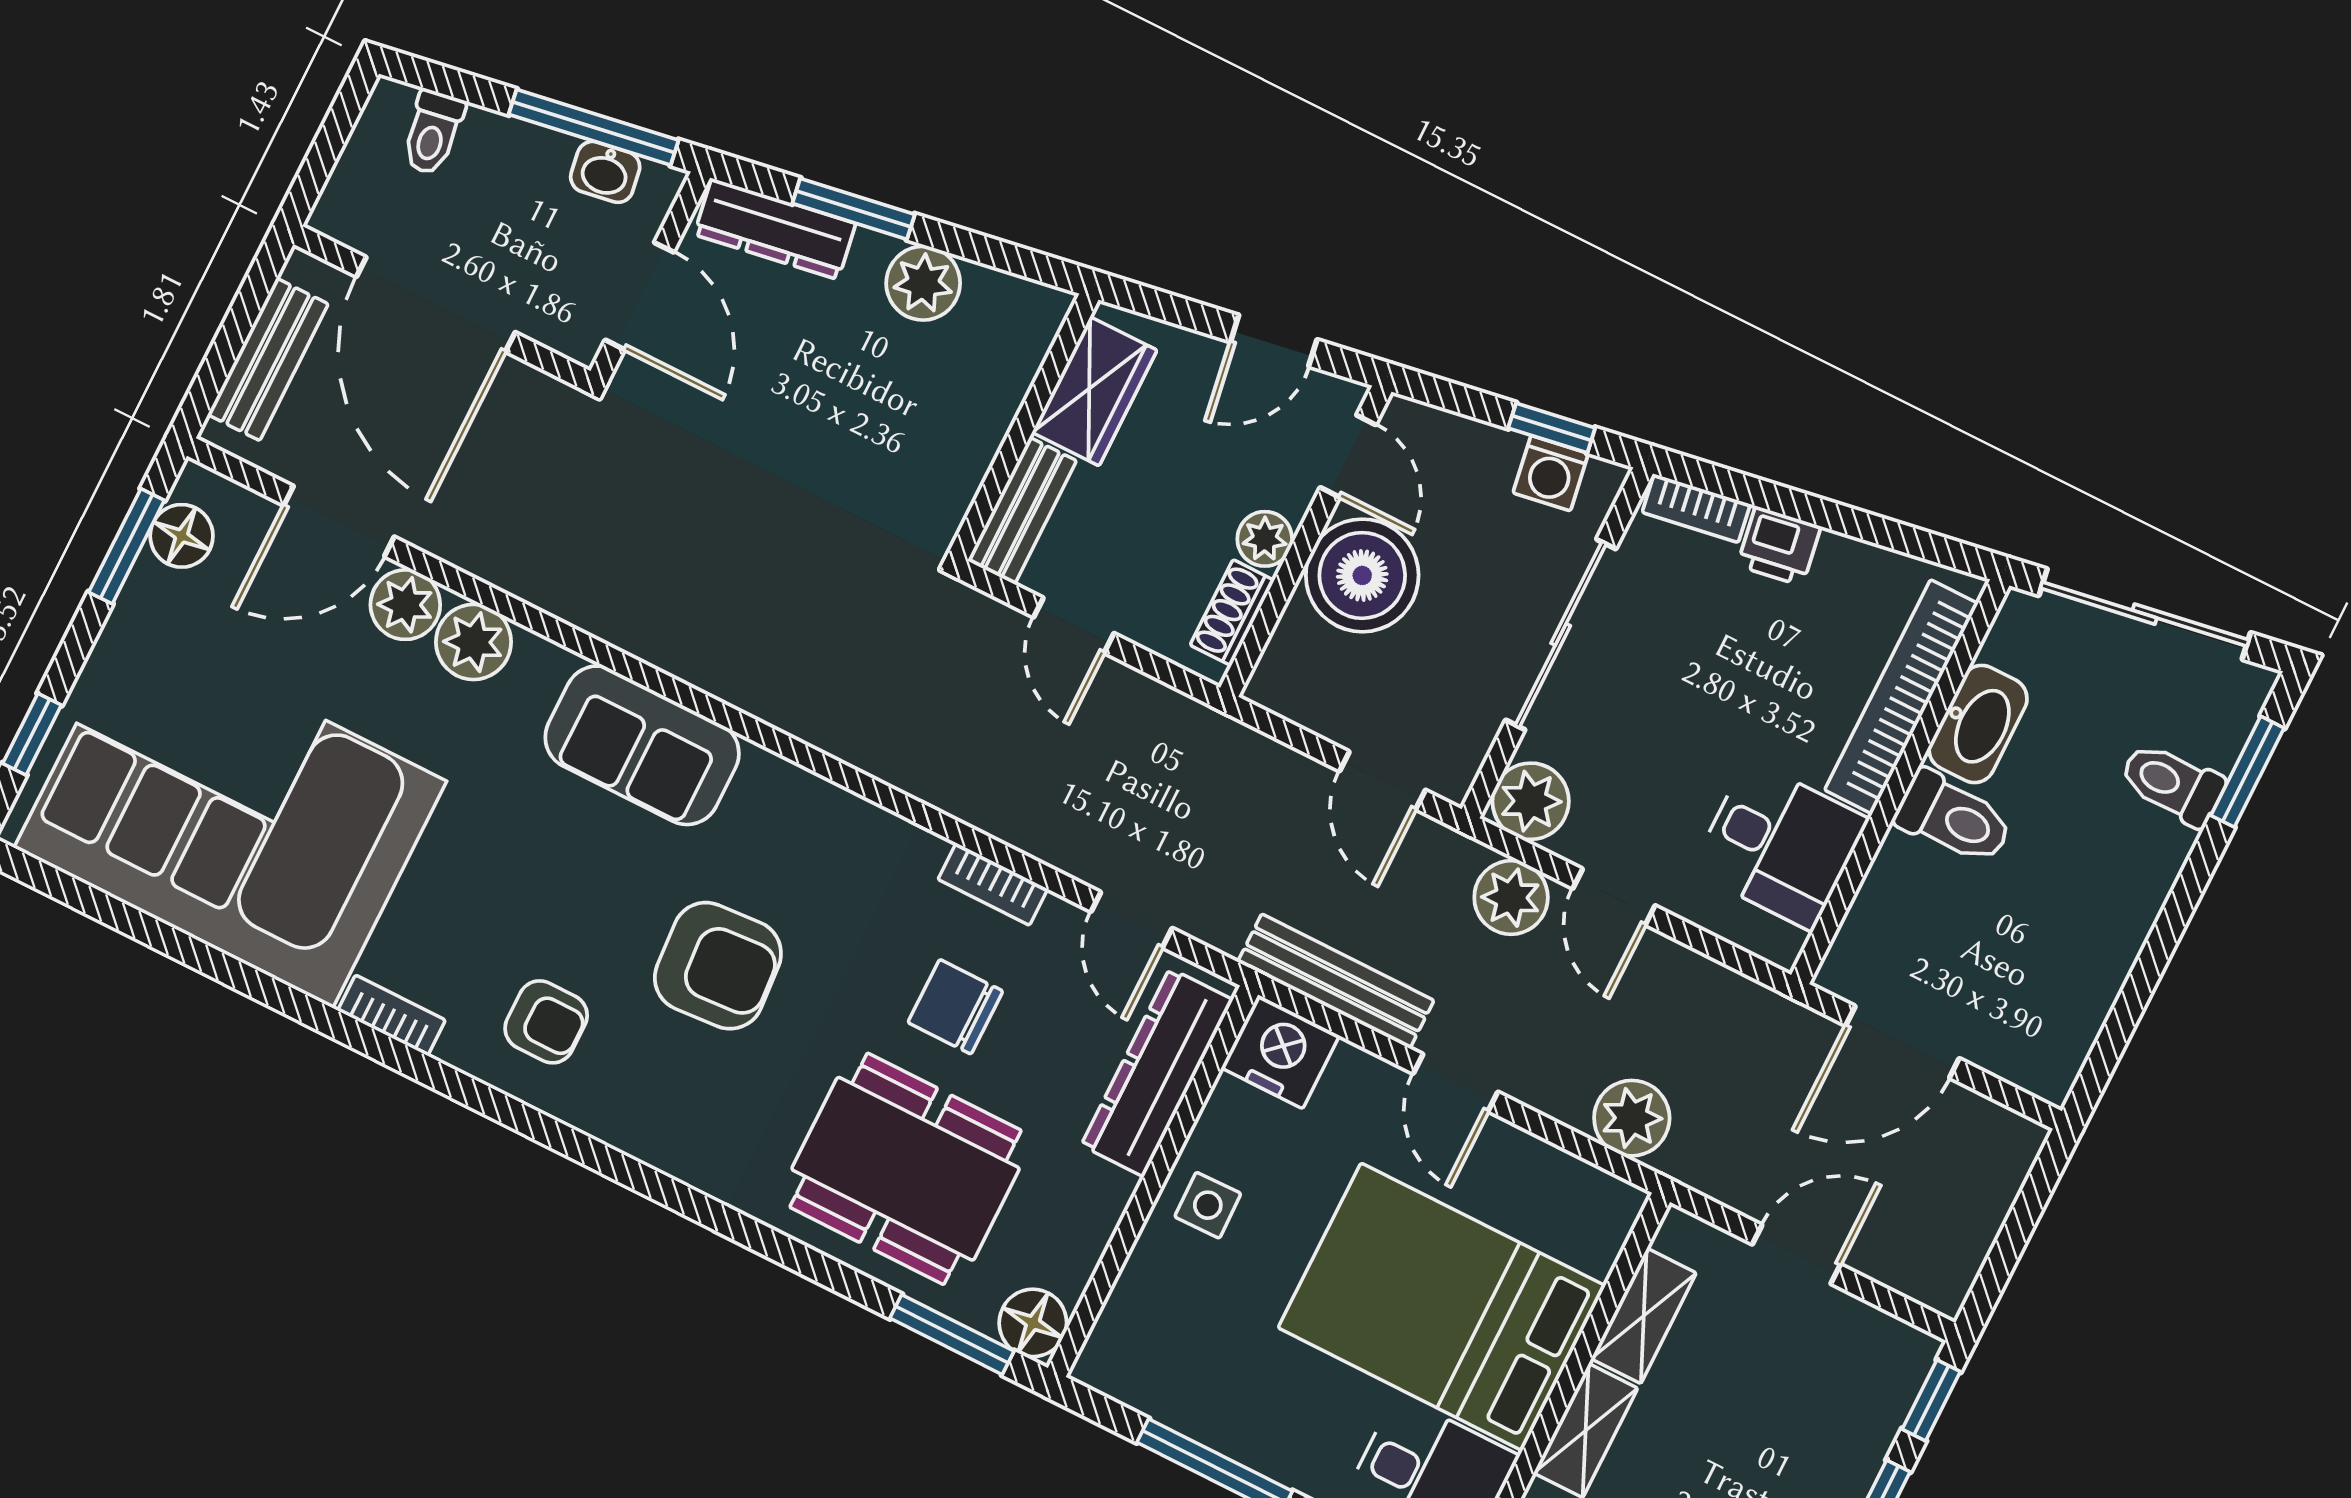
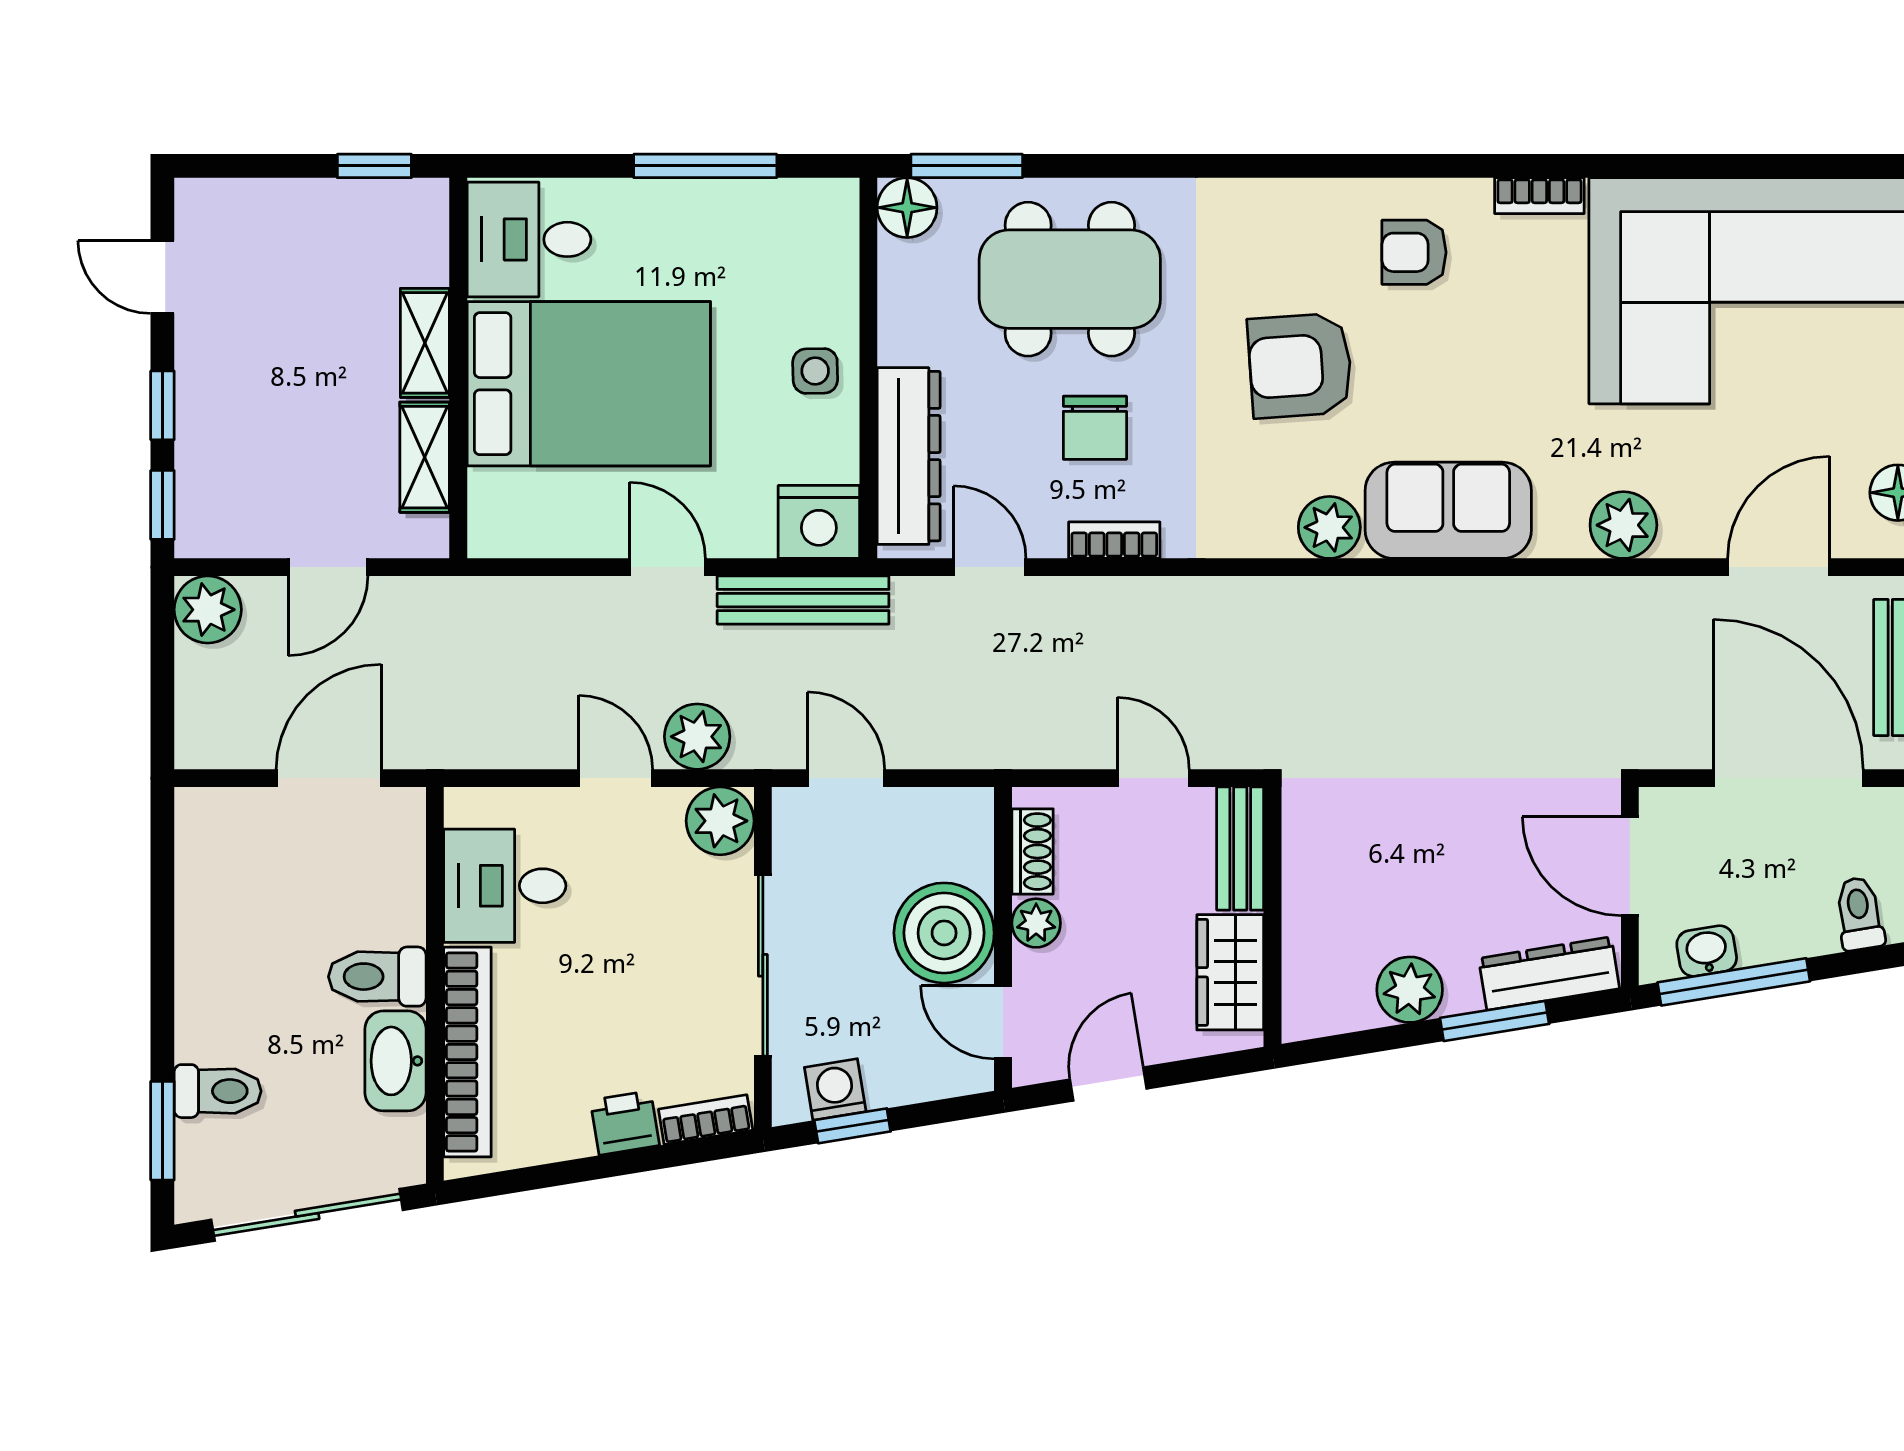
plant: (405, 605) -> (1329, 527), moved
chair: (955, 1007) -> (1095, 428), turned 90
plant: (1632, 1118) -> (208, 610), moved

